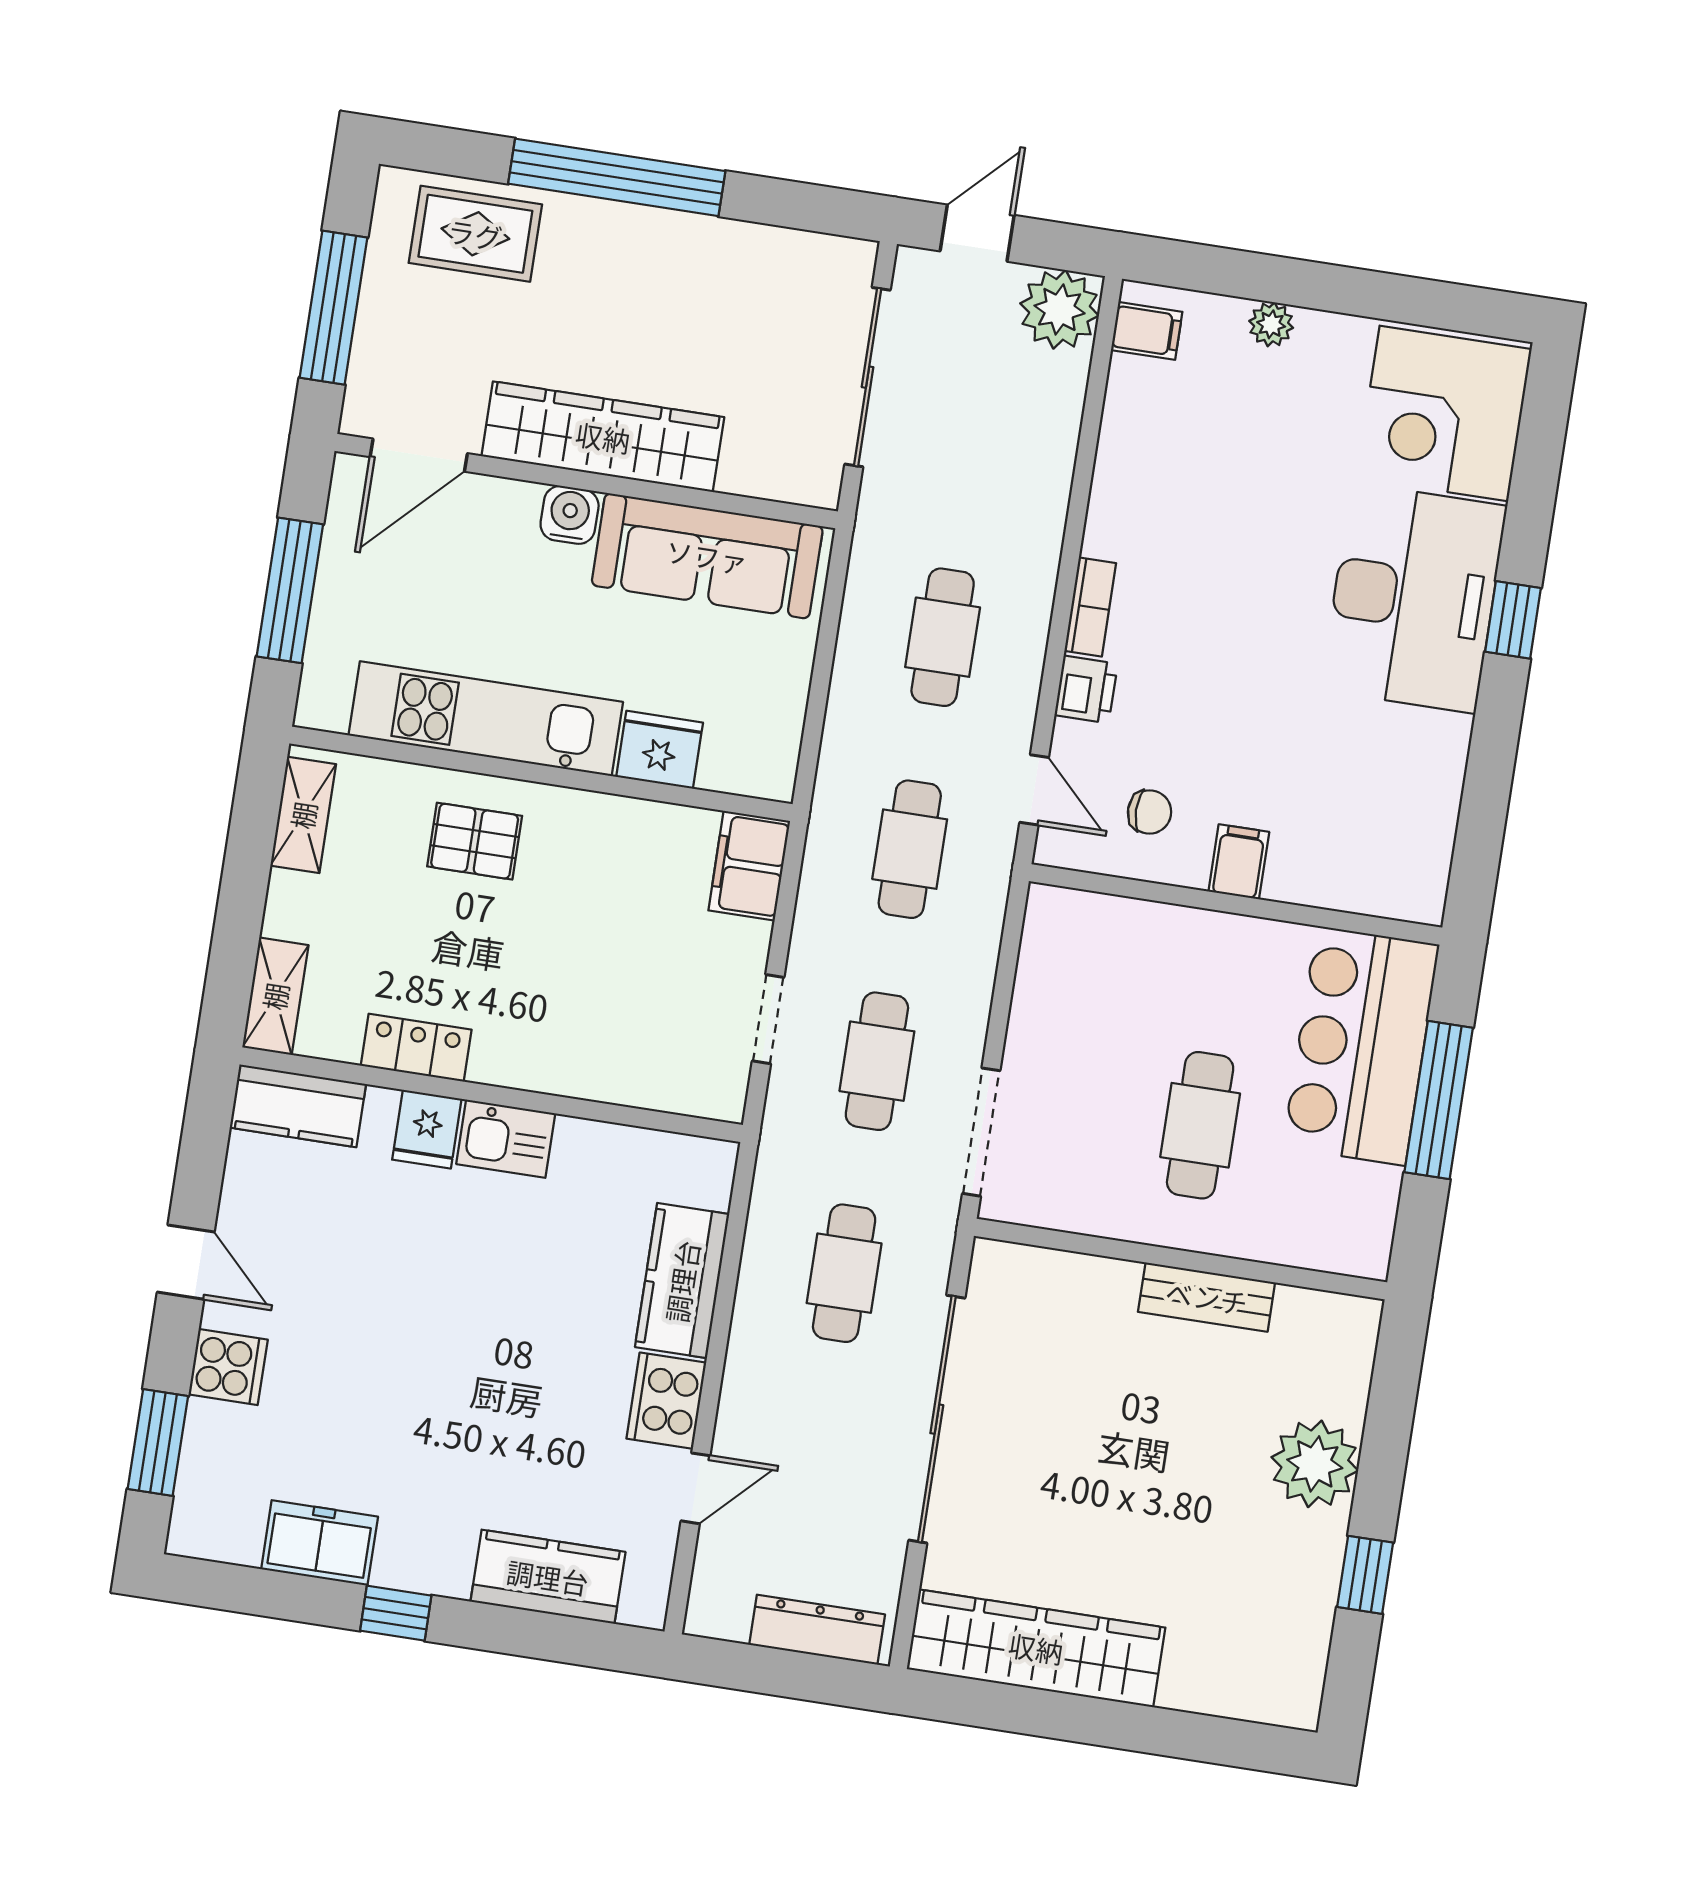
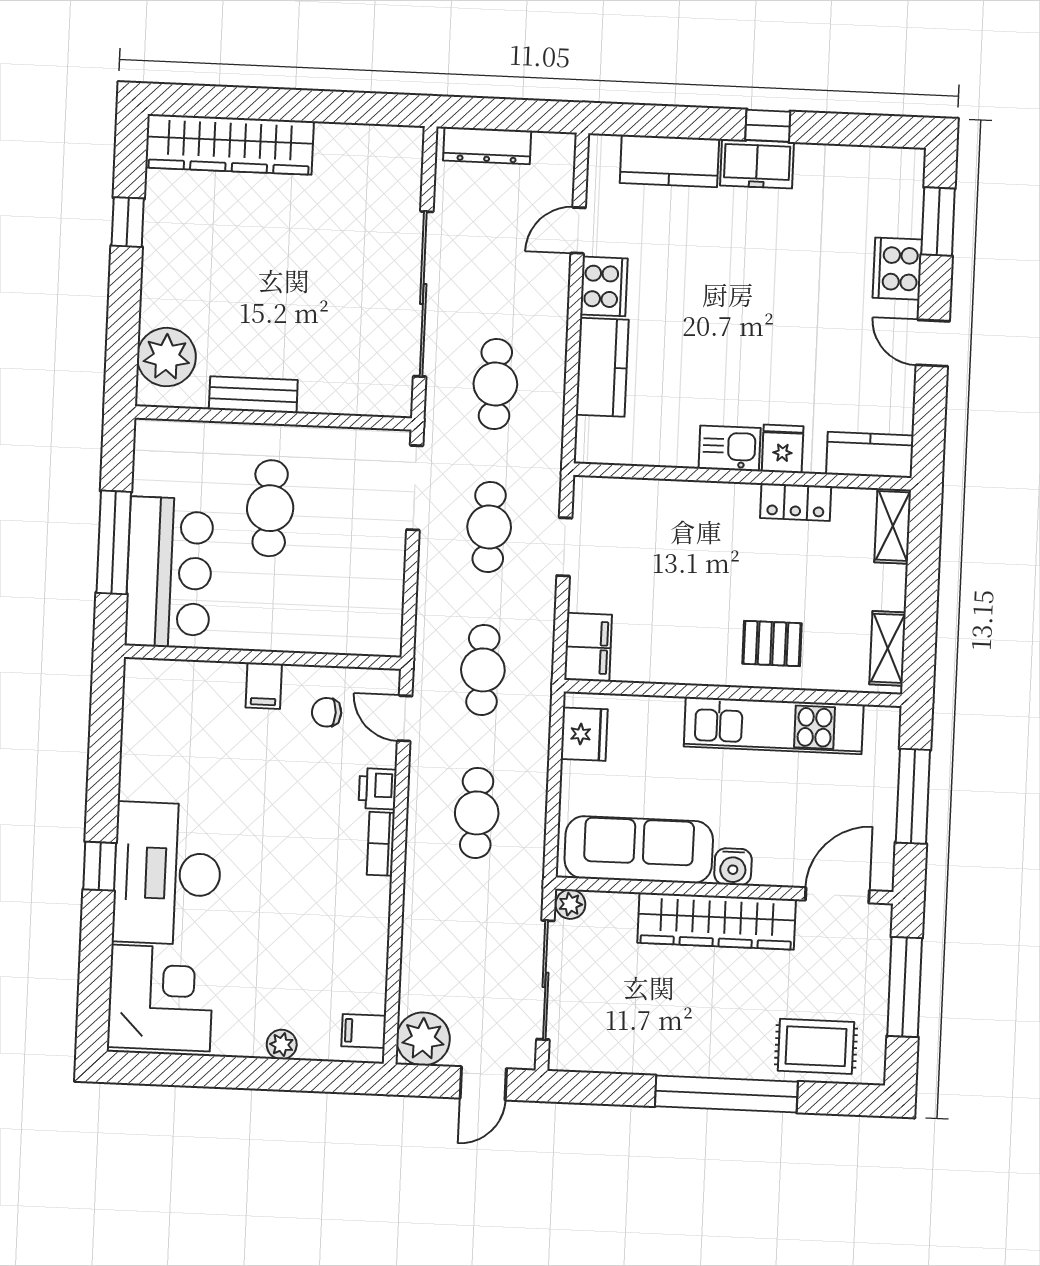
plant: (818, 486) -> (570, 904), added
fridge: (660, 750) -> (584, 734), moved, turned -90
cooker: (228, 1367) -> (897, 269), width x1.36
plant: (1315, 1464) -> (166, 357), moved
freezer: (320, 1543) -> (757, 164), moved
wardrobe: (1036, 1648) -> (230, 144), moved

